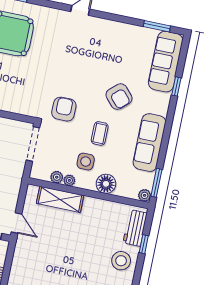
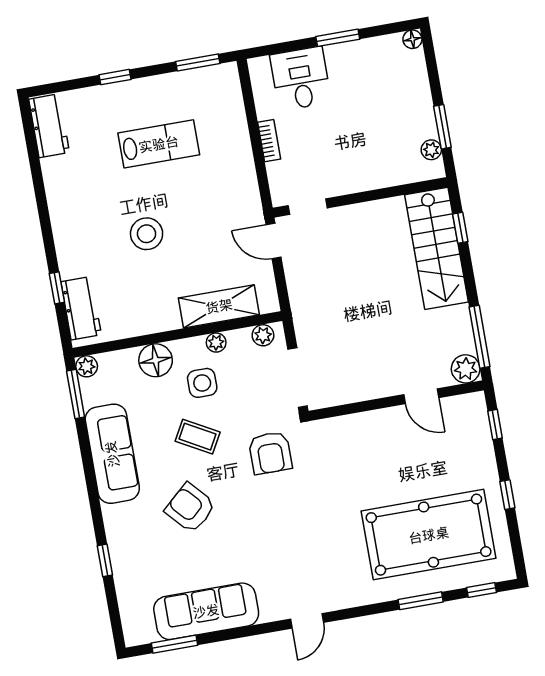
sofa: (166, 62) -> (206, 611), moved, turned -90
coffee table: (100, 133) -> (198, 437), turned -61
plant: (57, 177) -> (263, 335), moved
stool: (121, 261) -> (147, 234), moved

